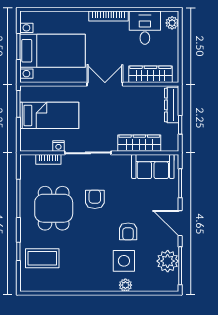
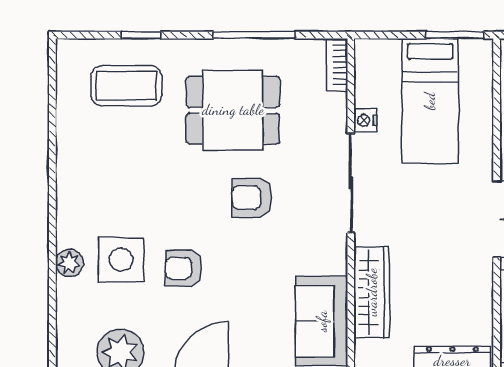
bookcase: (48, 159) -> (337, 65), moved
armchair: (95, 199) -> (252, 198), turned 180
coffee table: (42, 258) -> (126, 86), turned 90

